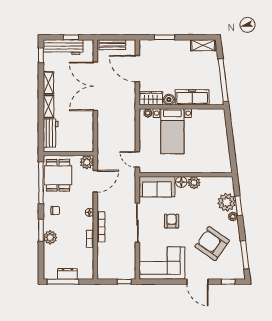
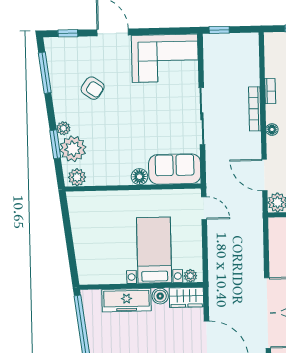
door: (95, 181) -> (264, 175), hinge flipped
plant: (194, 183) -> (77, 177), moved
armchair: (172, 221) -> (152, 119), removed
armchair: (212, 244) -> (93, 88), width x0.53, depth x0.53

